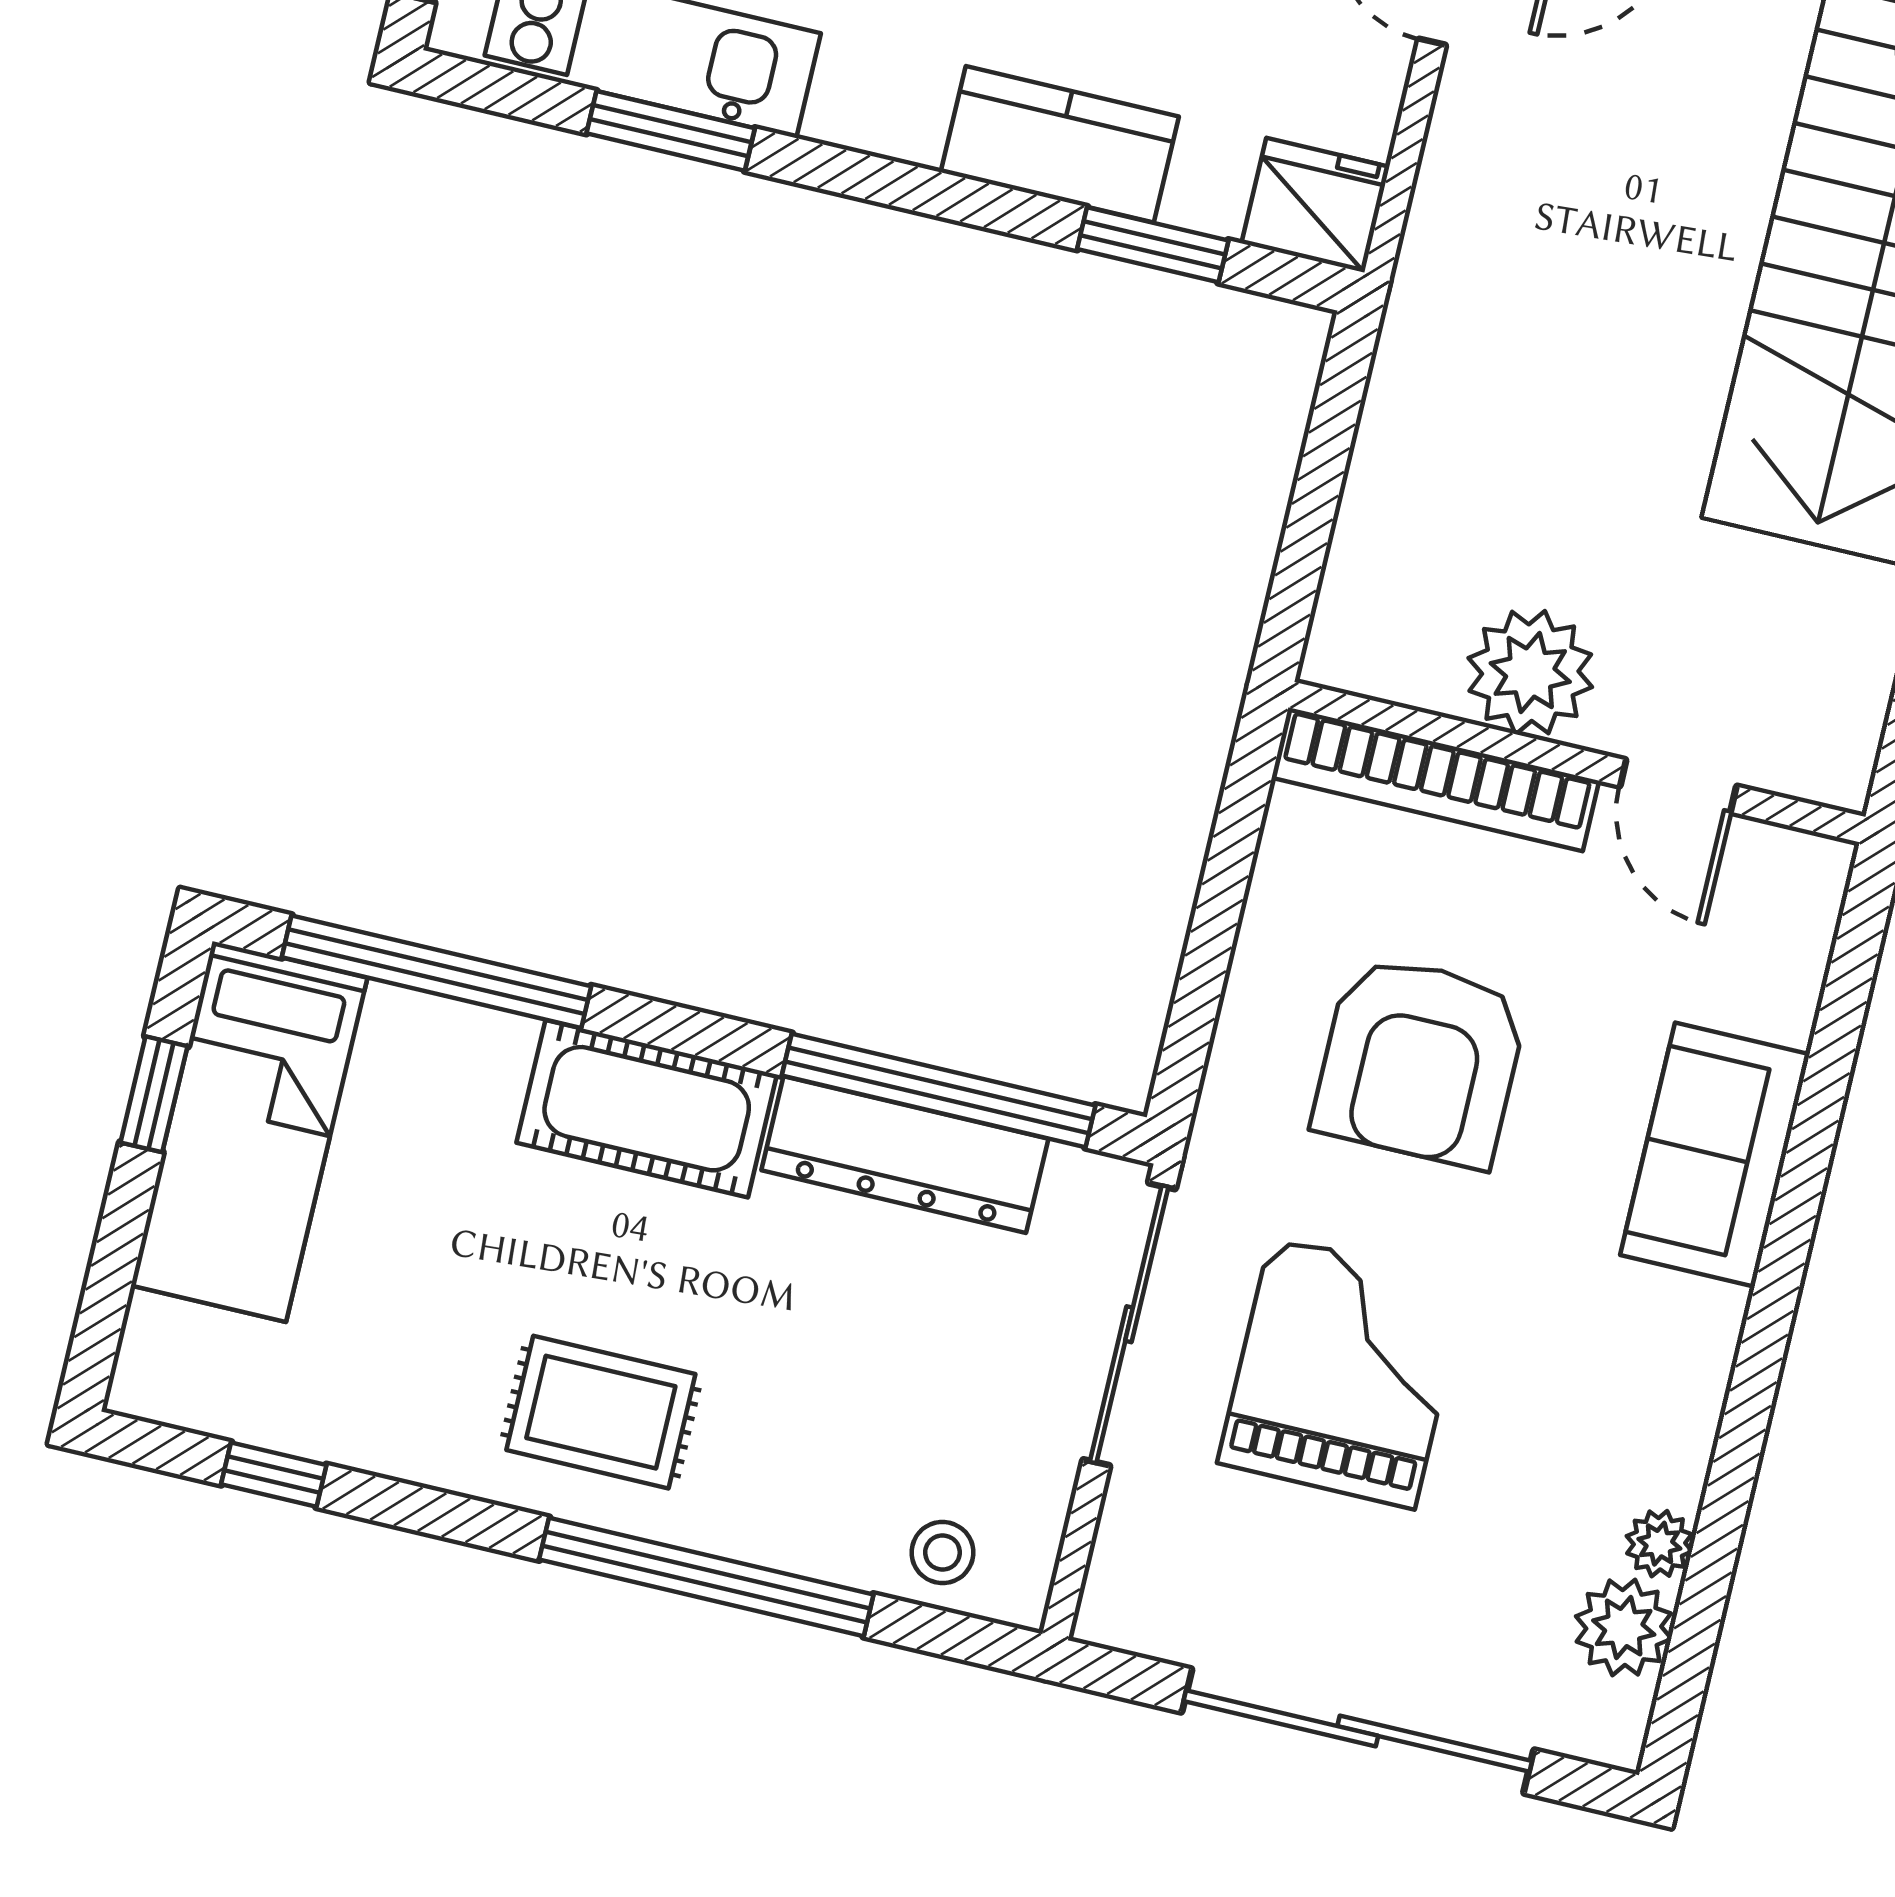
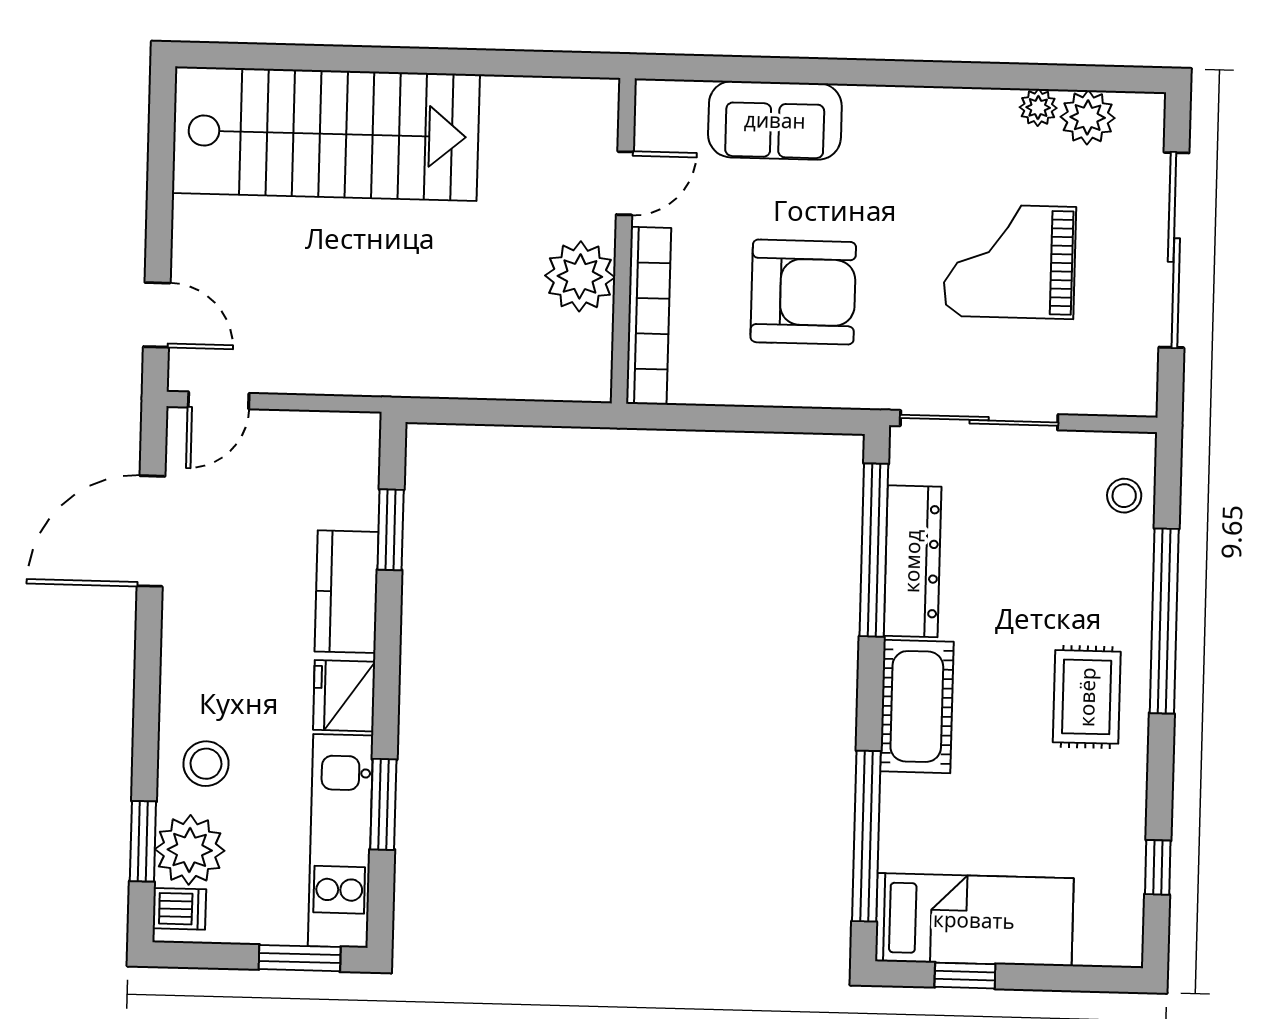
fridge: (1315, 205) -> (344, 696), moved
sofa: (1715, 1155) -> (775, 120), moved
grand piano: (1343, 1373) -> (1010, 261), moved

